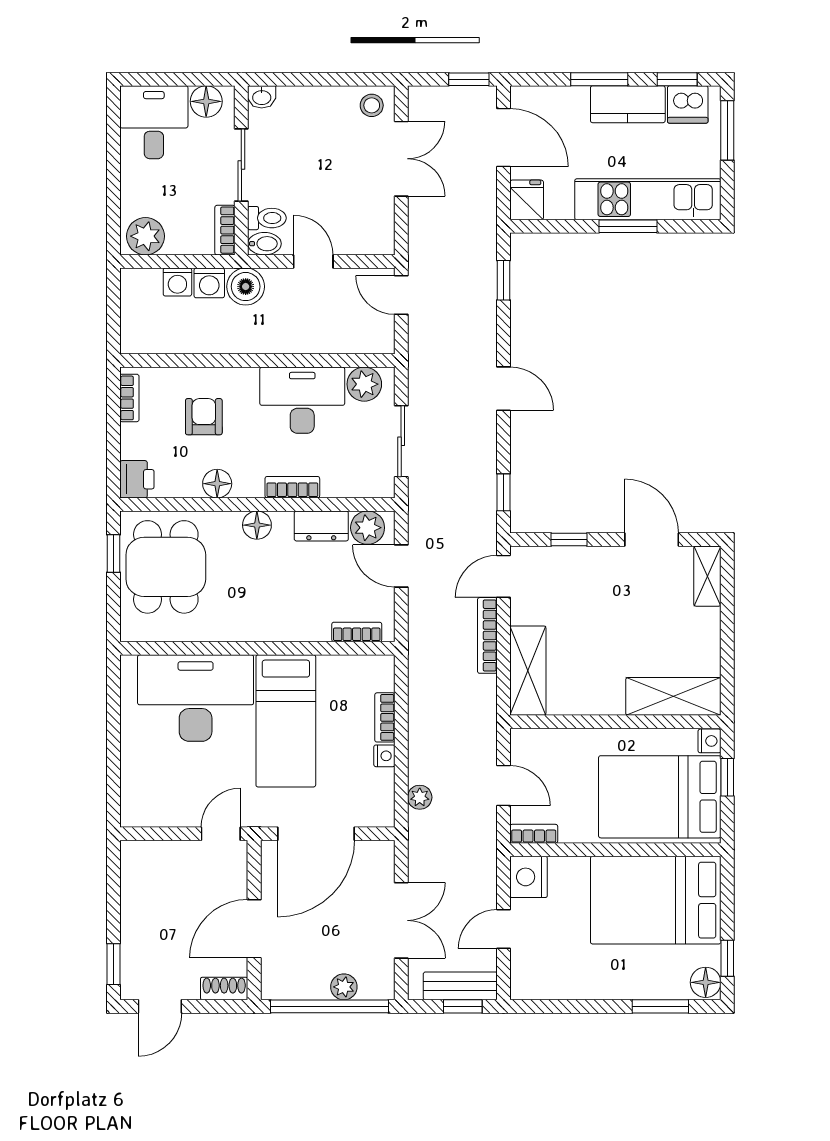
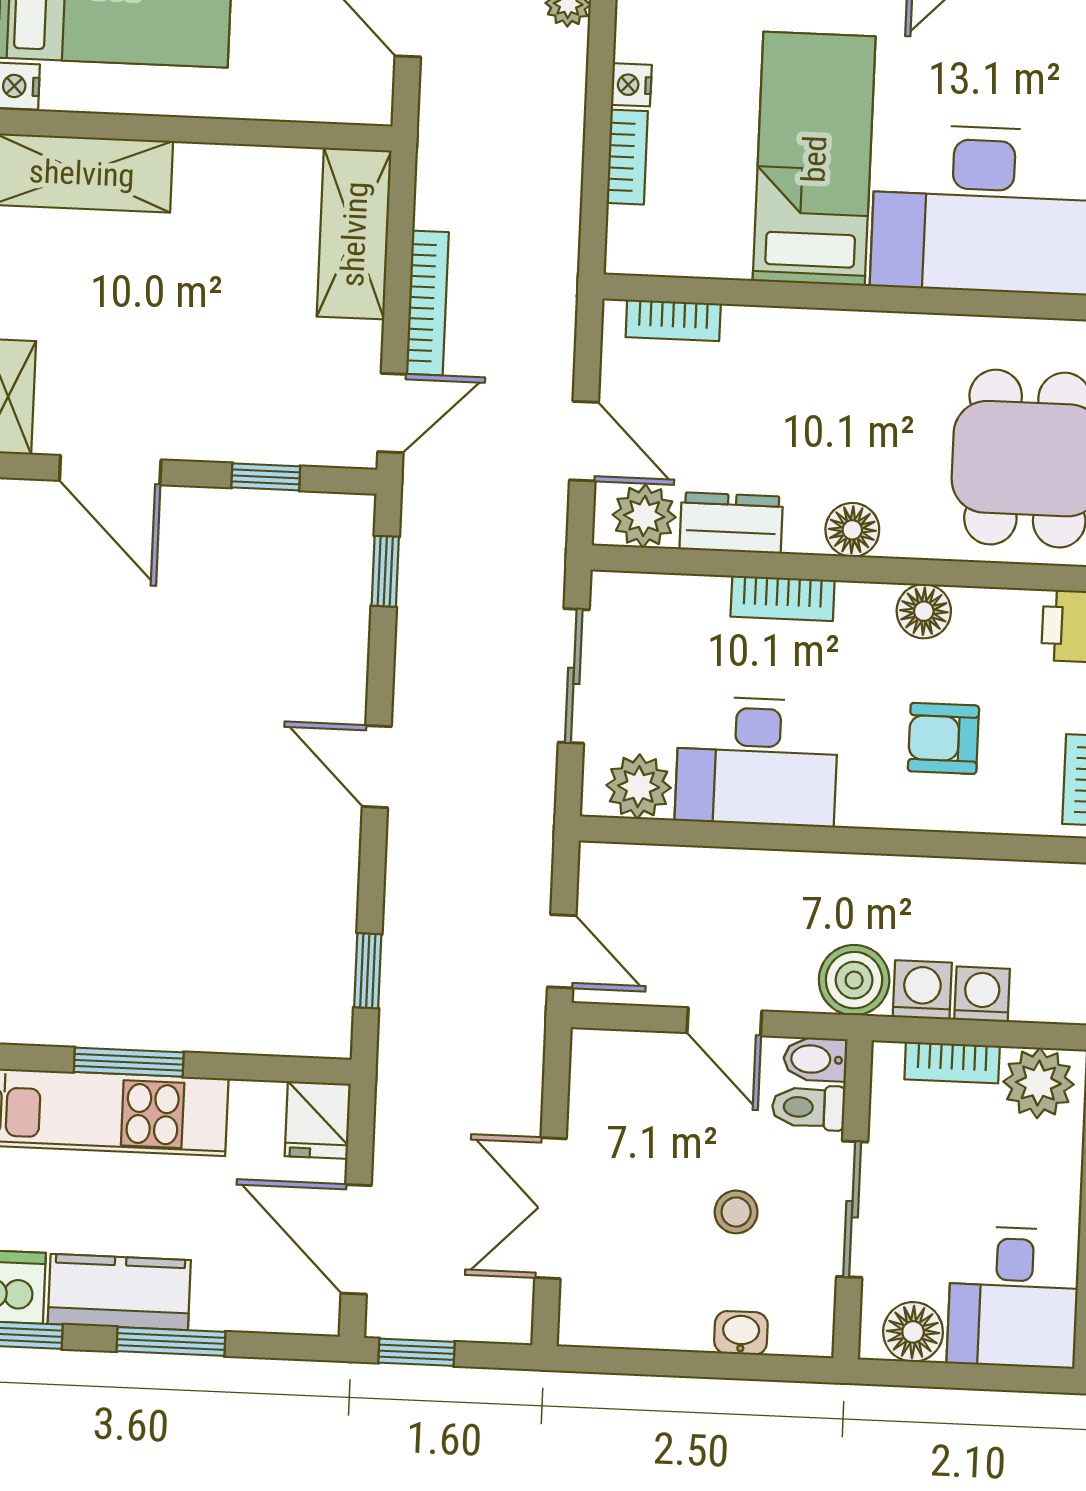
washbasin: (262, 97) -> (741, 1333), moved
stool: (372, 105) -> (736, 1212), moved
bookcase: (225, 230) -> (952, 1063), moved, turned 90
armchair: (204, 417) -> (943, 738), turned 90

